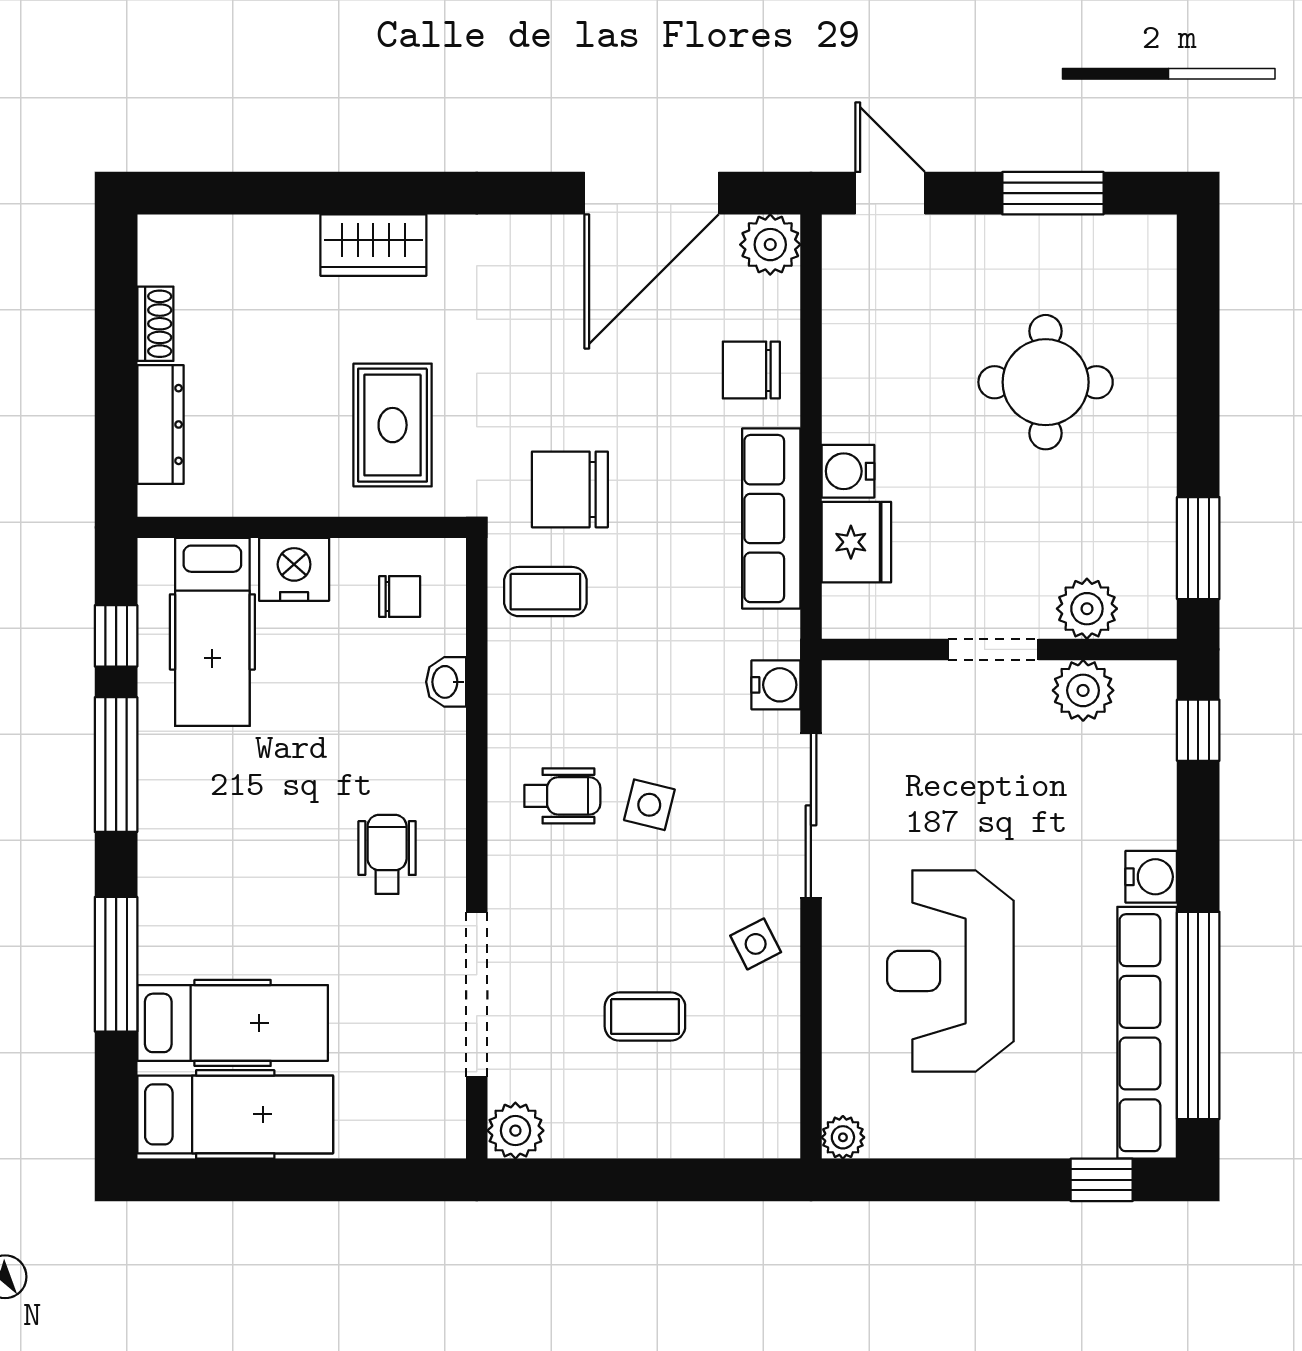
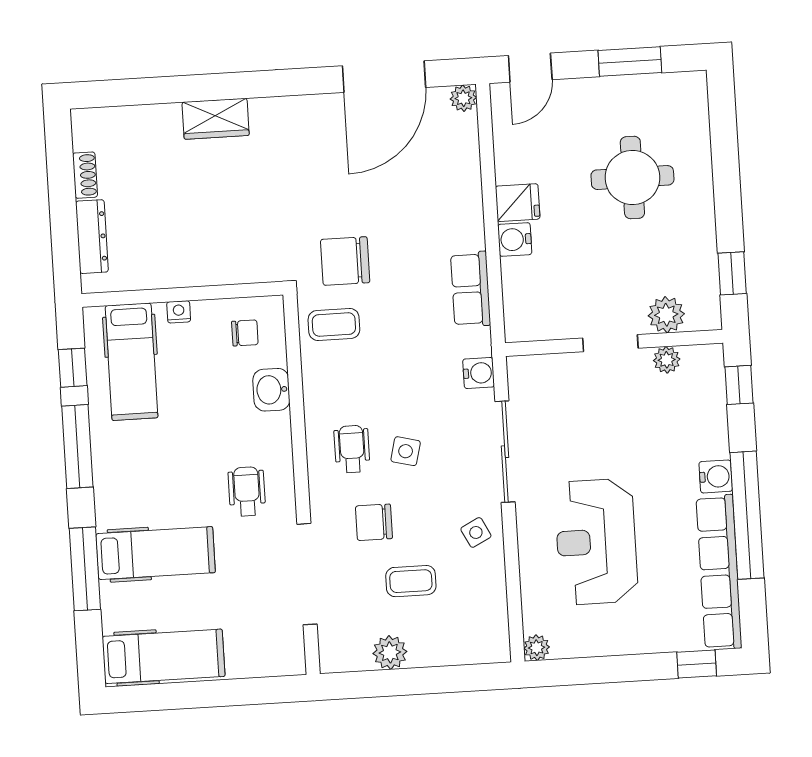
door: (890, 193) -> (530, 68), swing flipped
plant: (770, 245) -> (463, 98), width x0.73, depth x0.73
chair: (751, 370) -> (374, 522), moved
rug: (393, 425) -> (234, 228), removed
row of seats: (771, 519) -> (471, 289), width x0.68
fridge: (856, 542) -> (518, 203), moved, width x0.72
window: (1198, 548) -> (732, 273), width x0.67
nightstand: (294, 569) -> (179, 312), width x0.53, depth x0.56
washbasin: (446, 682) -> (271, 390), width x1.38, depth x1.45
plant: (1083, 690) -> (667, 360), width x0.73, depth x0.73
wheelchair: (562, 796) -> (352, 449), turned -90
window: (1198, 1015) -> (747, 515), moved
hospital bed: (233, 1023) -> (156, 553), moved
plant: (515, 1131) -> (390, 652), moved

